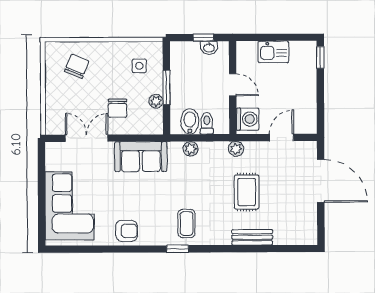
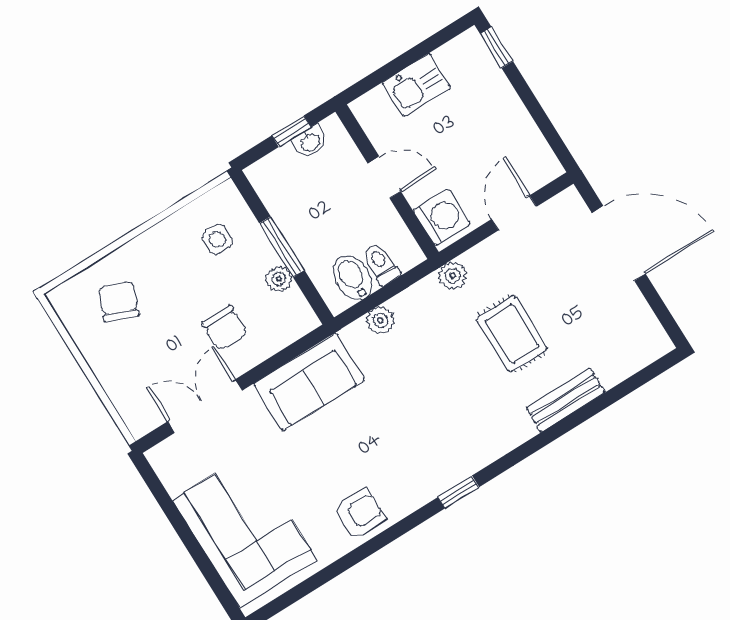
coffee table: (187, 224) -> (448, 443), removed

